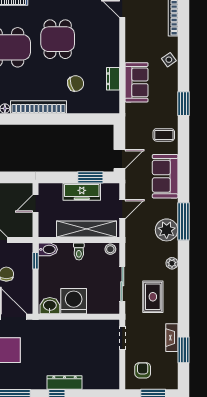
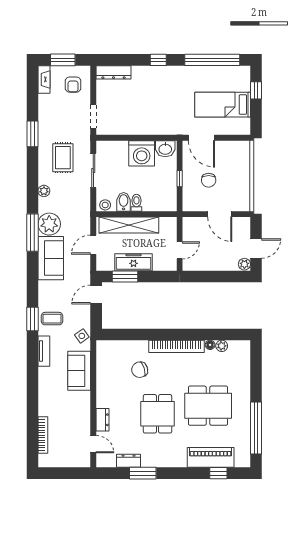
side table: (169, 60) -> (82, 336), moved
dresser: (113, 79) -> (102, 420), moved
tv unit: (172, 102) -> (44, 351), added
window: (183, 104) -> (32, 319), moved
sofa: (165, 176) -> (51, 258), moved
bidet: (48, 249) -> (124, 202), moved, turned 90
window: (35, 261) -> (180, 179), moved
fireplace: (172, 338) -> (44, 79), moved
window: (183, 350) -> (32, 134), moved
dresser: (65, 383) -> (114, 72), moved

